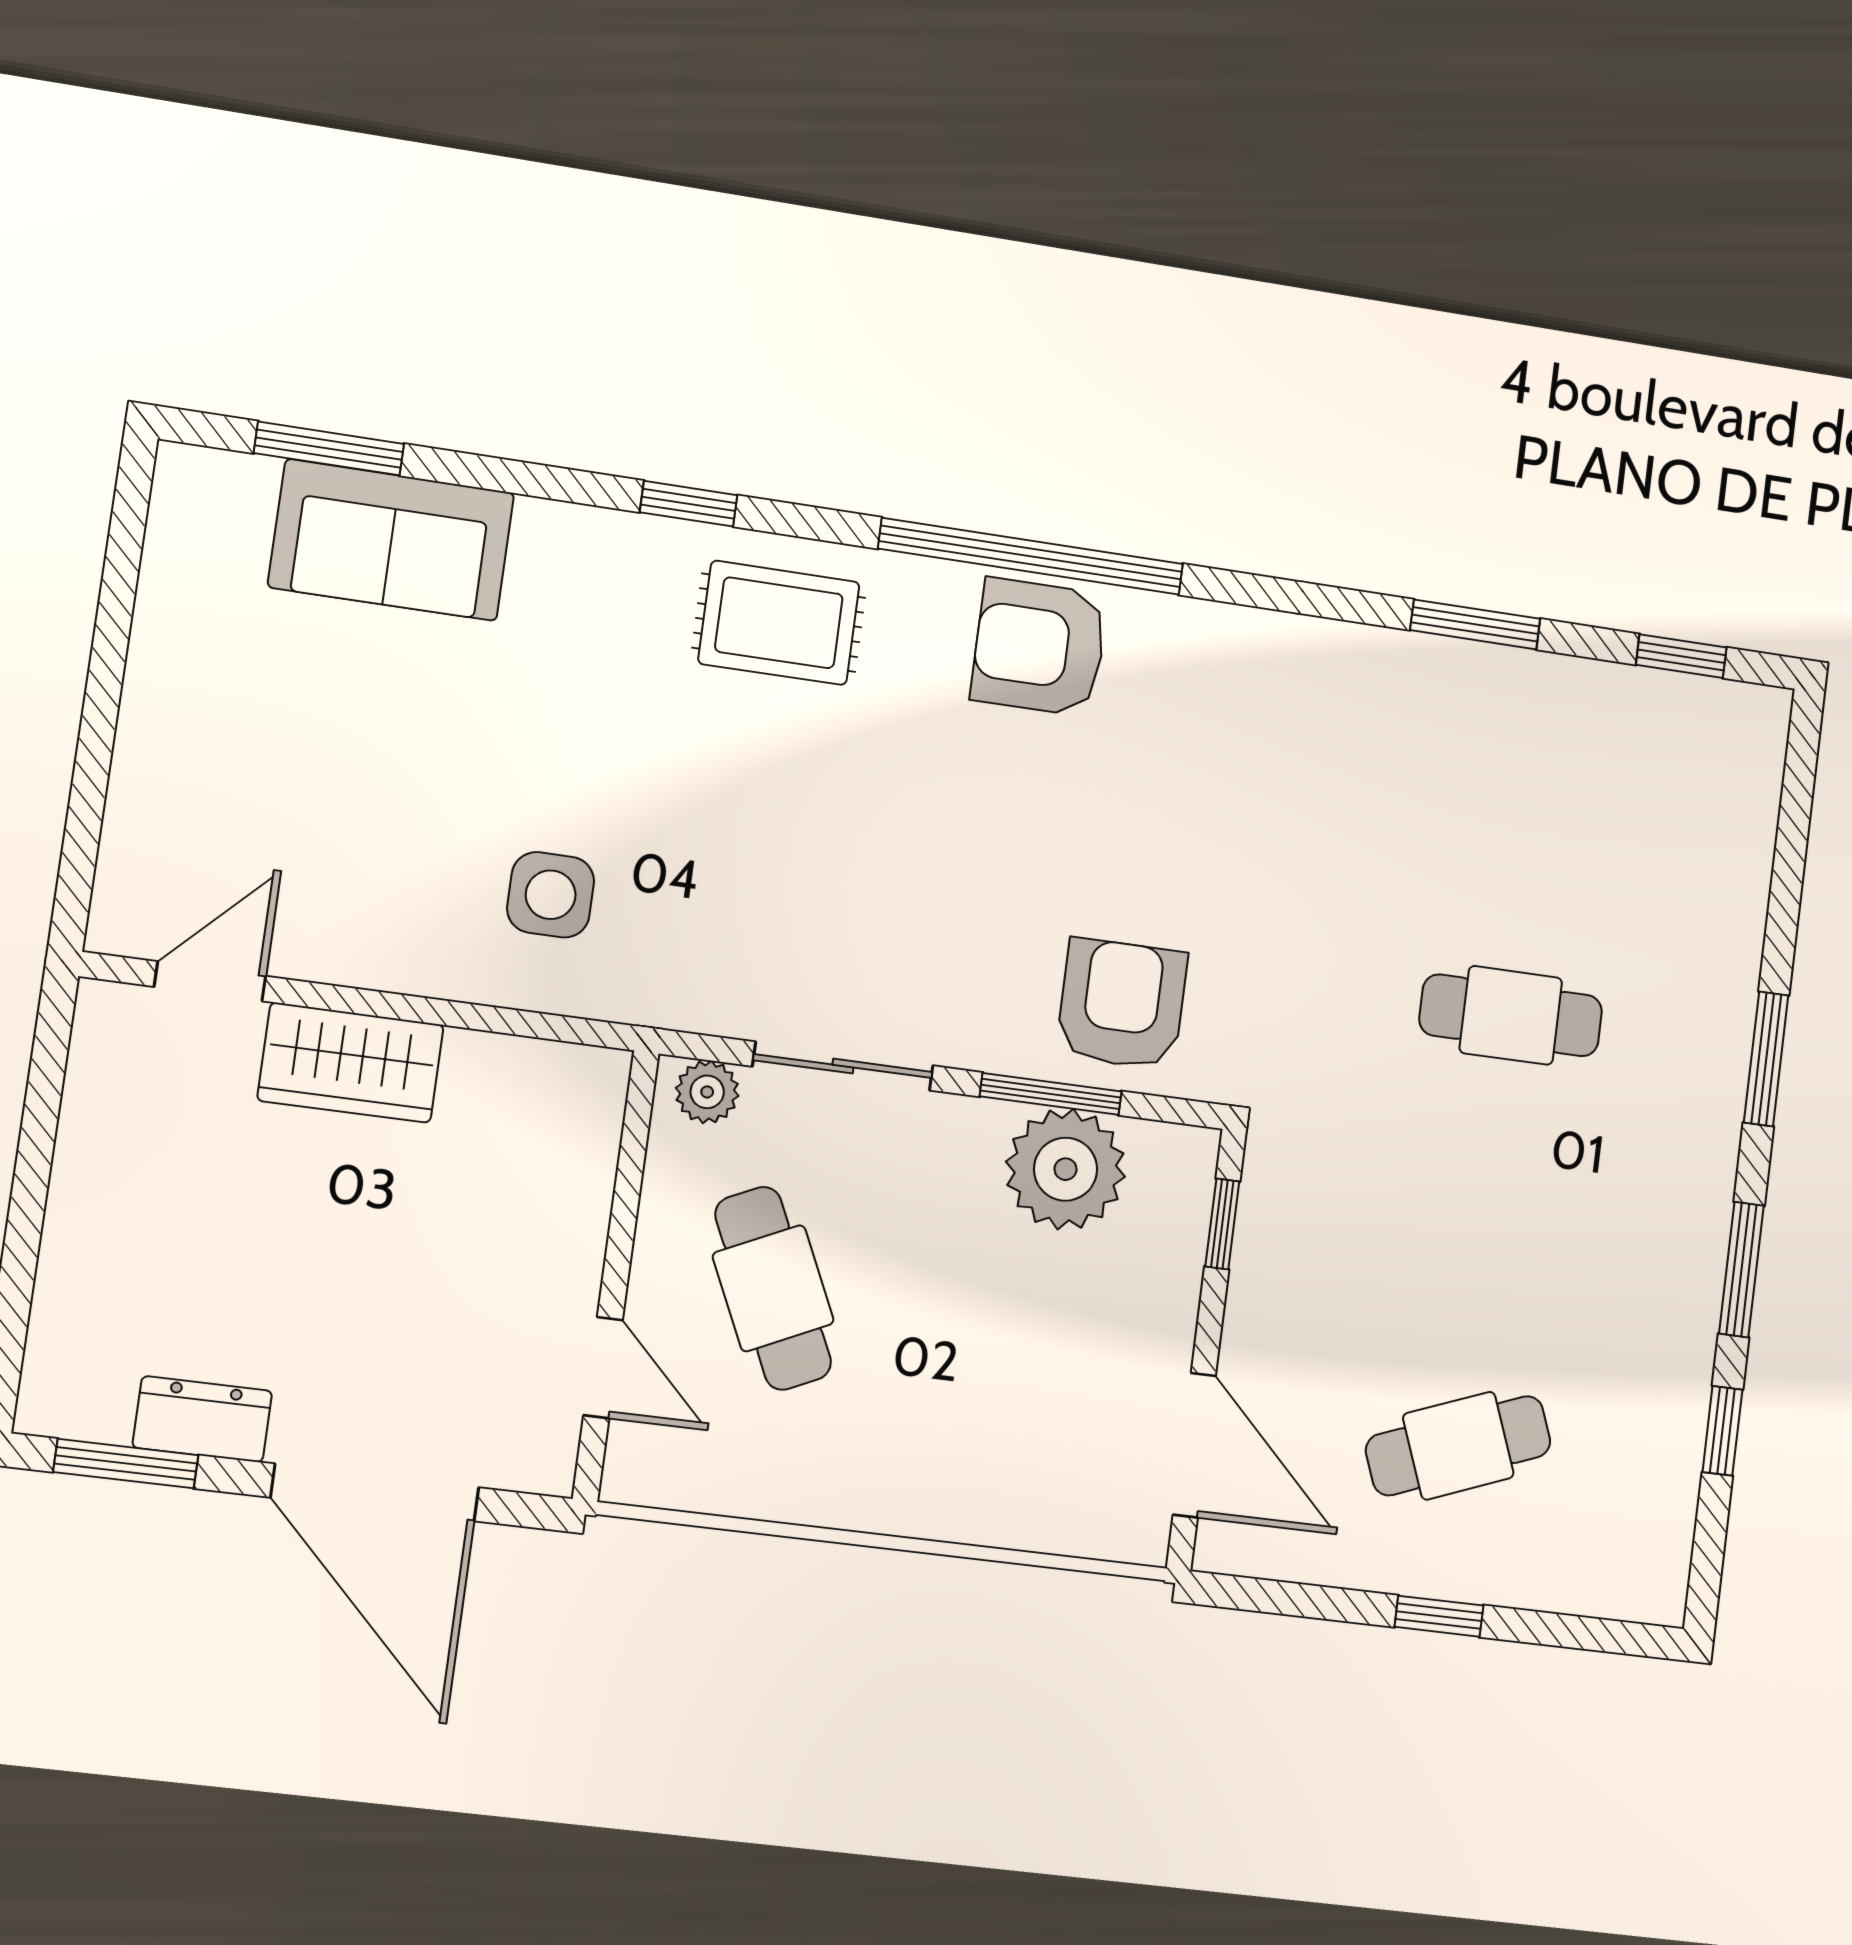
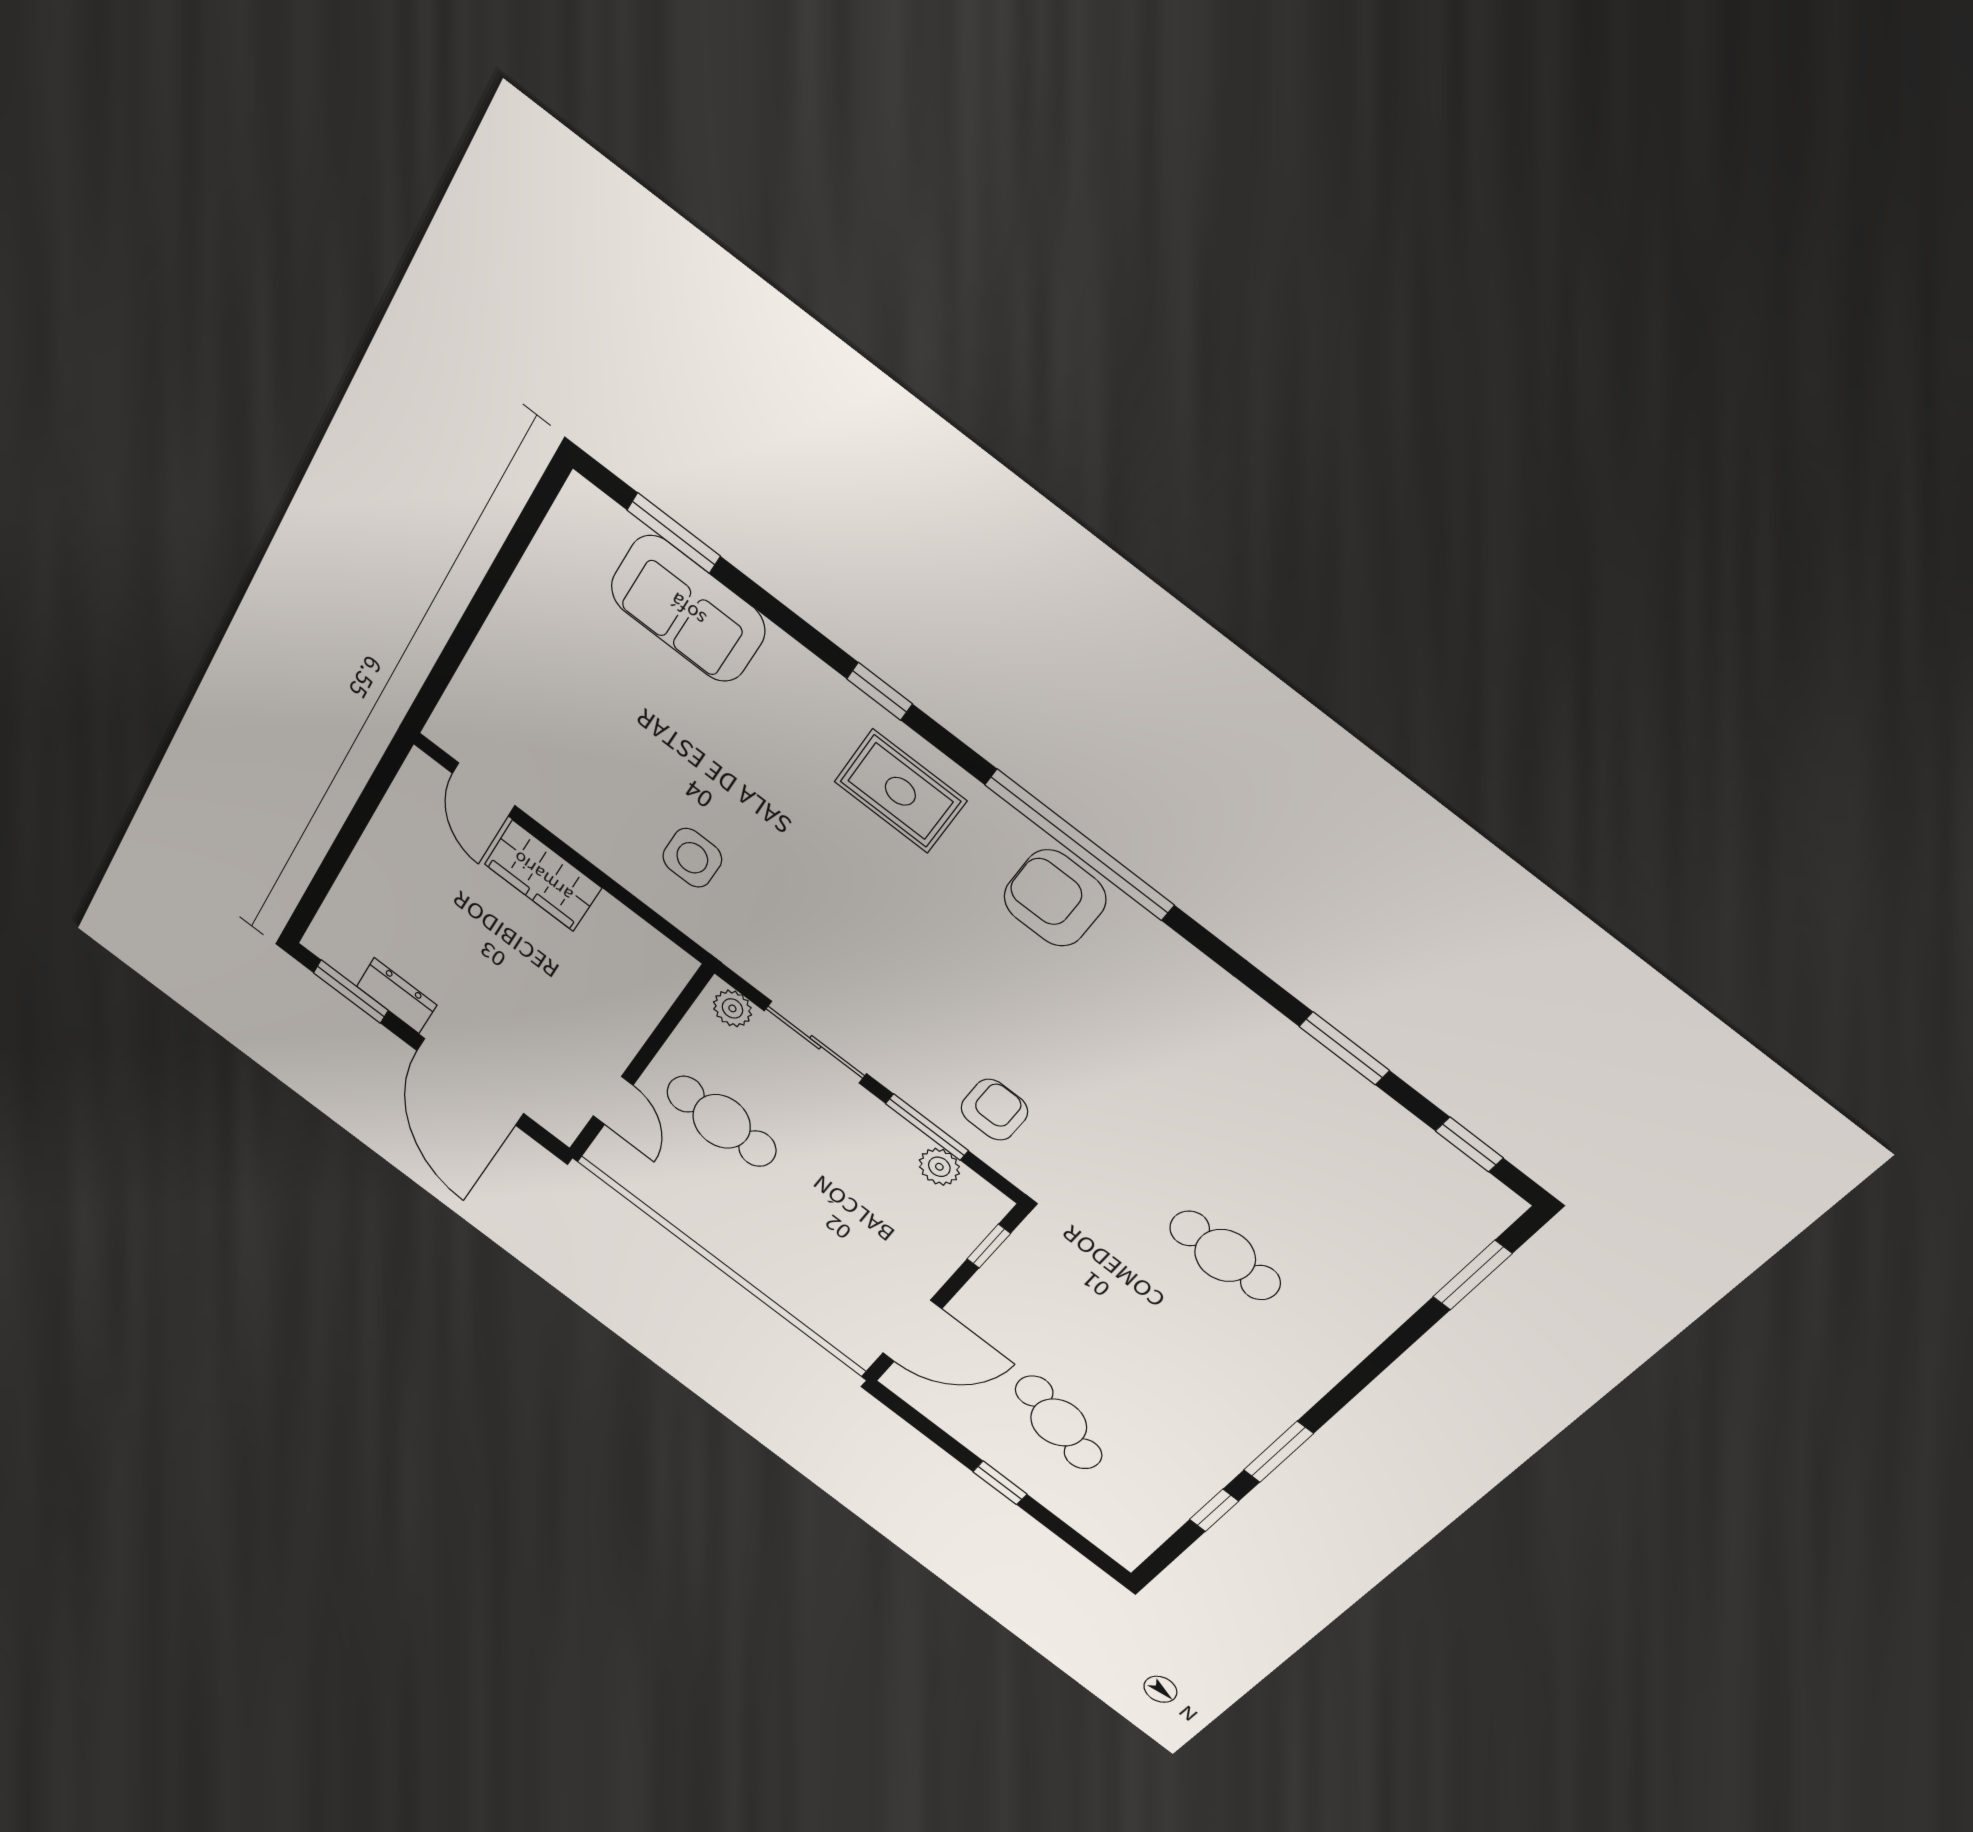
door: (210, 981) -> (484, 789), swing flipped
armchair: (1122, 1004) -> (994, 1110), width x0.72, depth x0.72
window: (1766, 1059) -> (1472, 1275), moved
plant: (1066, 1169) -> (939, 1167), width x0.53, depth x0.53
cafe table: (773, 1288) -> (722, 1121), turned -65
door: (1194, 1445) -> (912, 1331), hinge flipped
cafe table: (1458, 1446) -> (1059, 1423), turned 39

